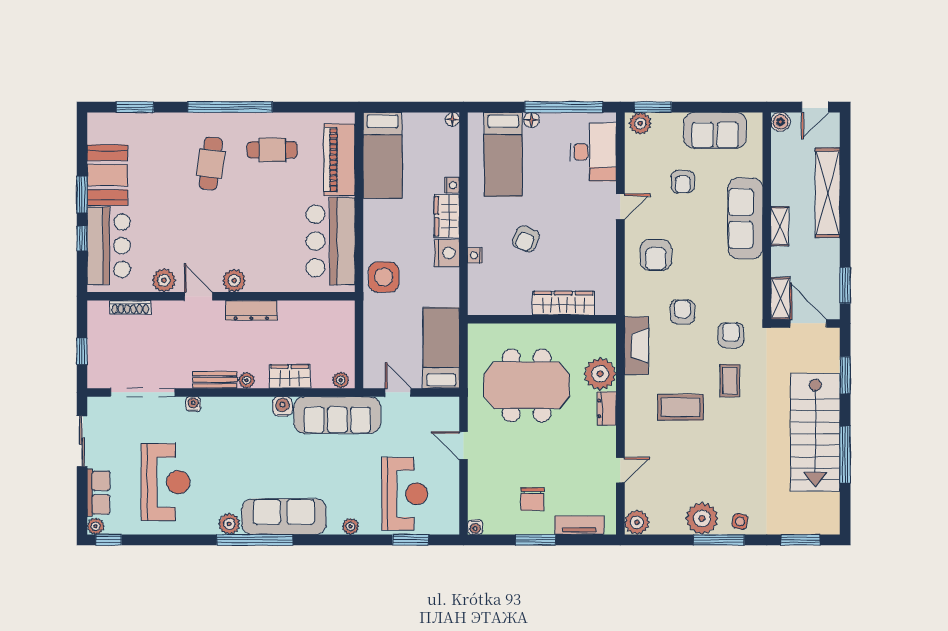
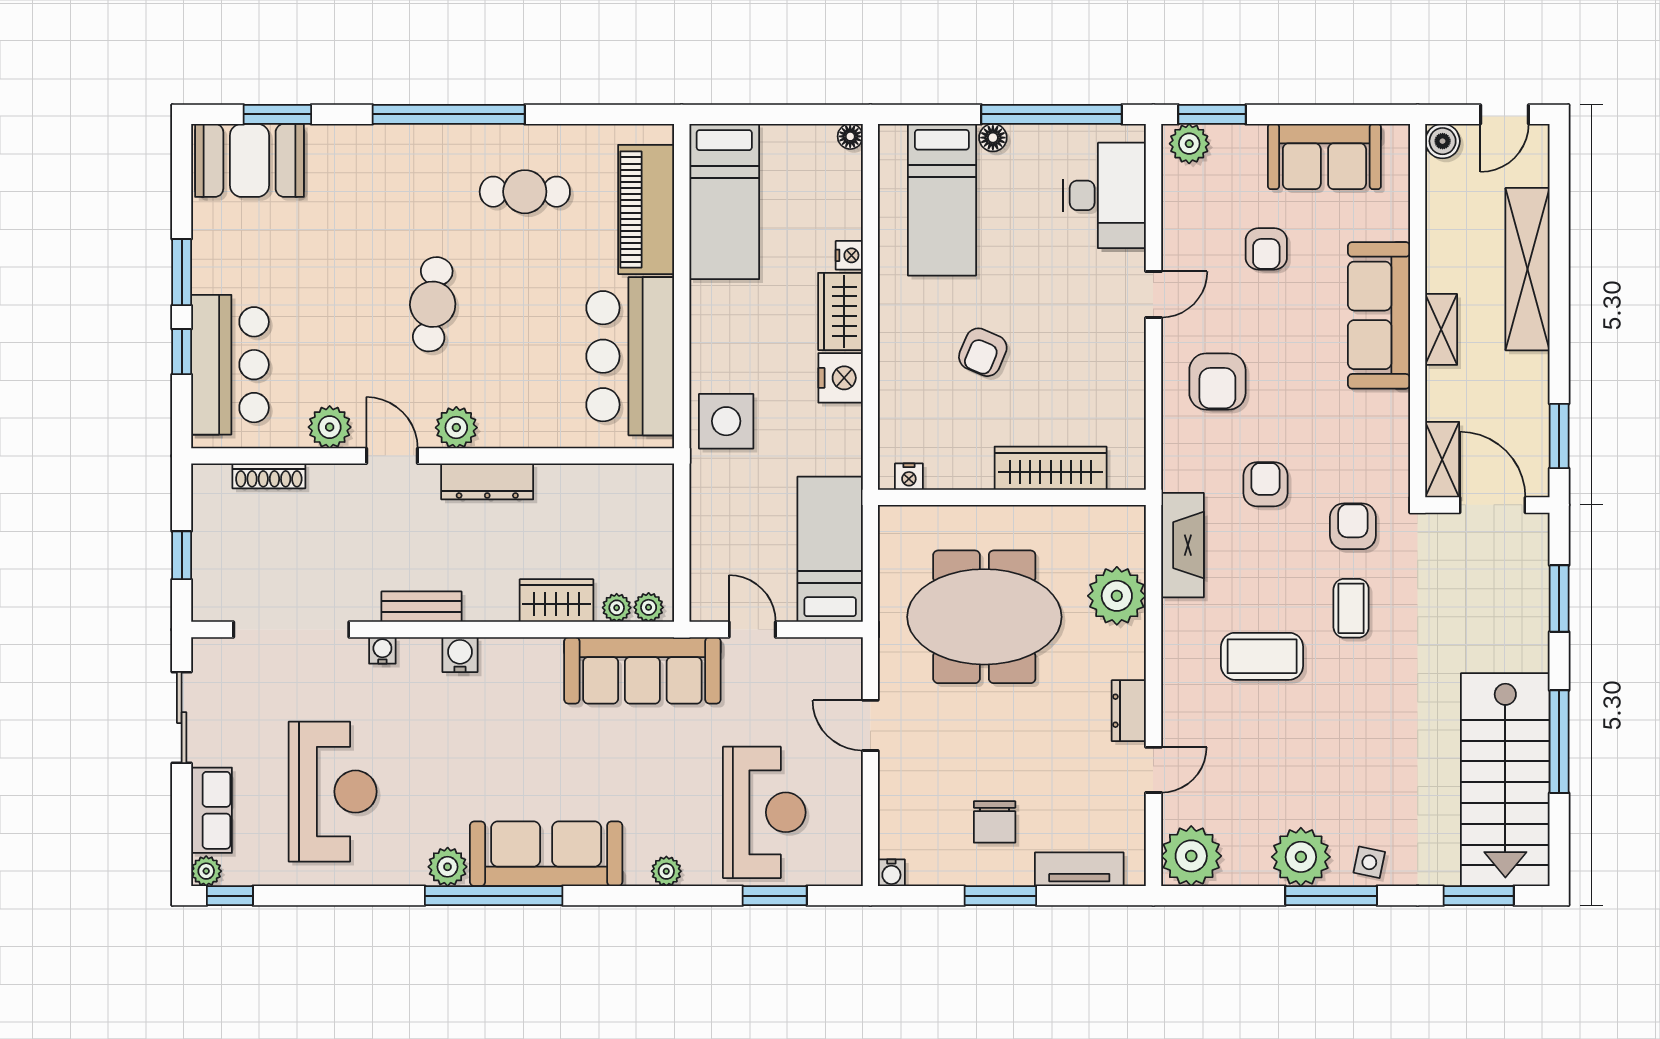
cafe table: (211, 163) -> (433, 304), moved
booth: (107, 175) -> (249, 160), moved, turned 90
nightstand: (475, 255) -> (909, 477), moved, turned -90
plant: (247, 380) -> (617, 608), moved
water cooler: (282, 406) -> (460, 655), moved
dresser: (607, 408) -> (1129, 711), moved
stairs: (815, 432) -> (1505, 780), moved
plant: (637, 522) -> (1191, 856), width x1.36, depth x1.36

